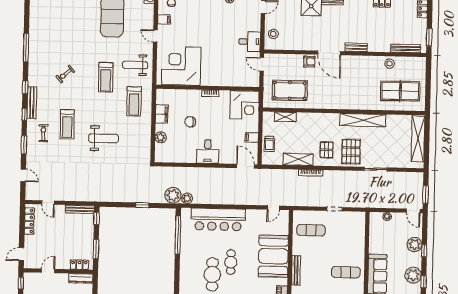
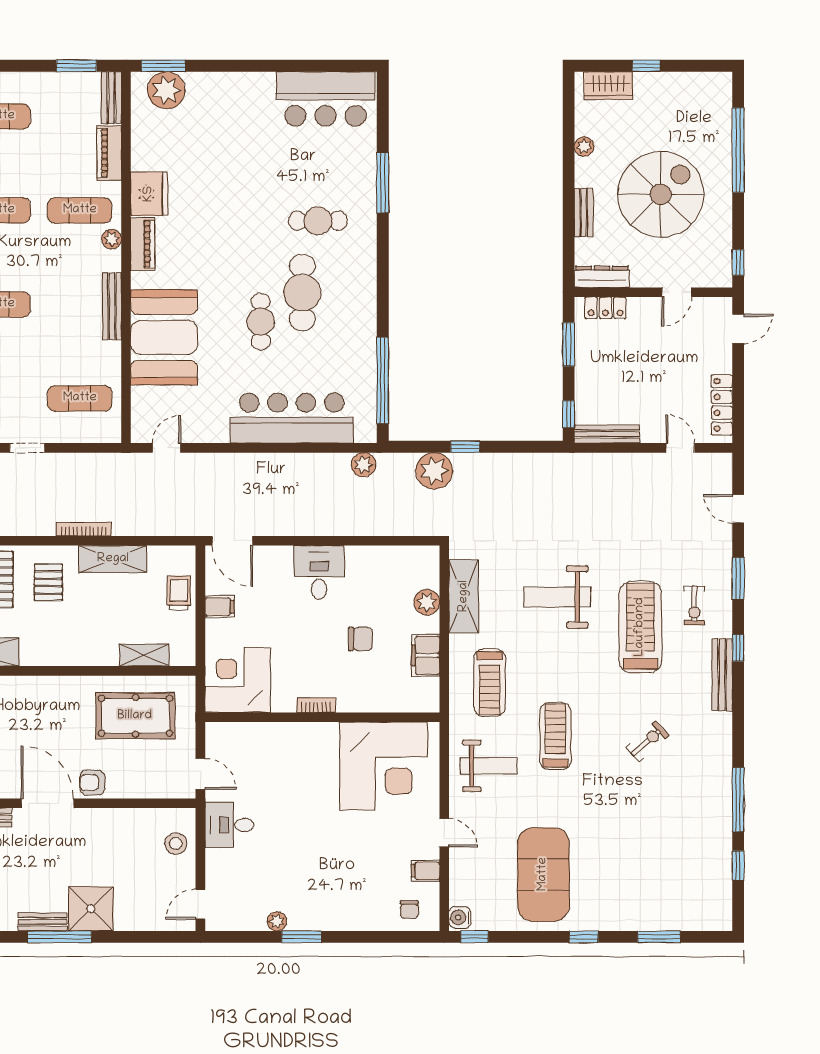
window: (25, 87) -> (738, 865), moved
treadmill: (134, 101) -> (490, 683), turned 180
treadmill: (67, 124) -> (640, 627), width x1.37, depth x1.38
shelving: (144, 139) -> (464, 596), added
plant: (173, 195) -> (434, 471), moved

